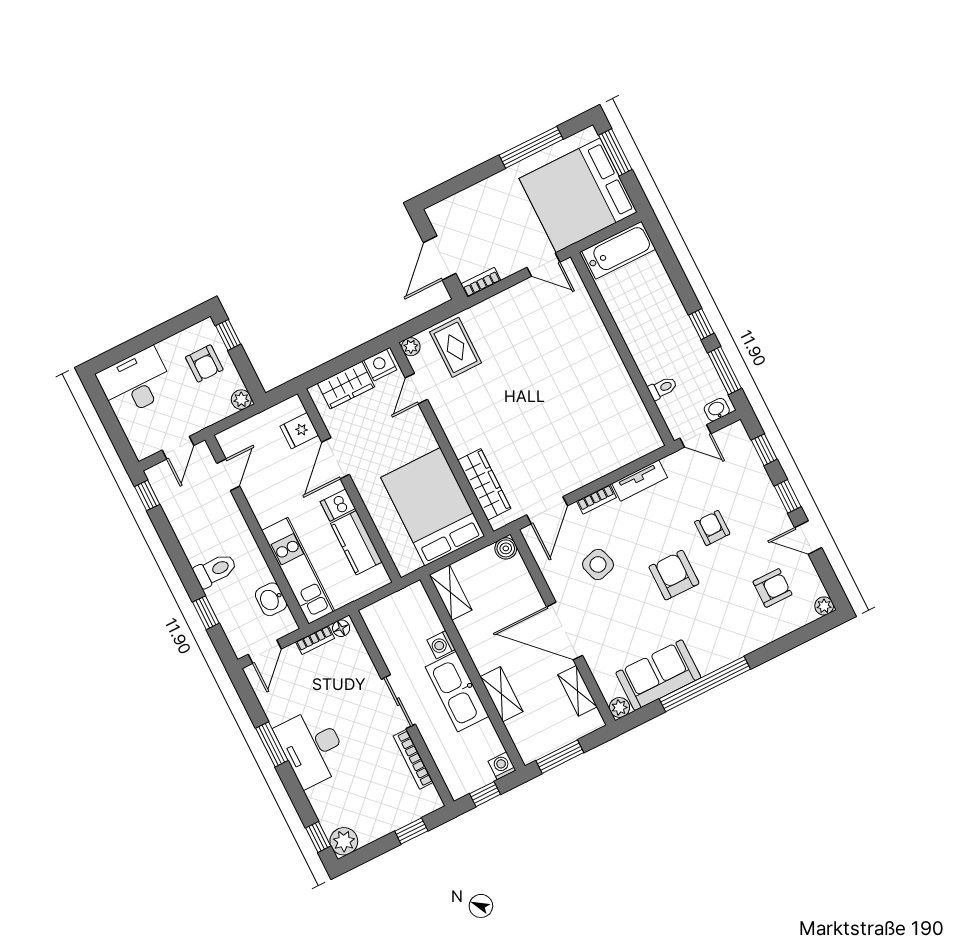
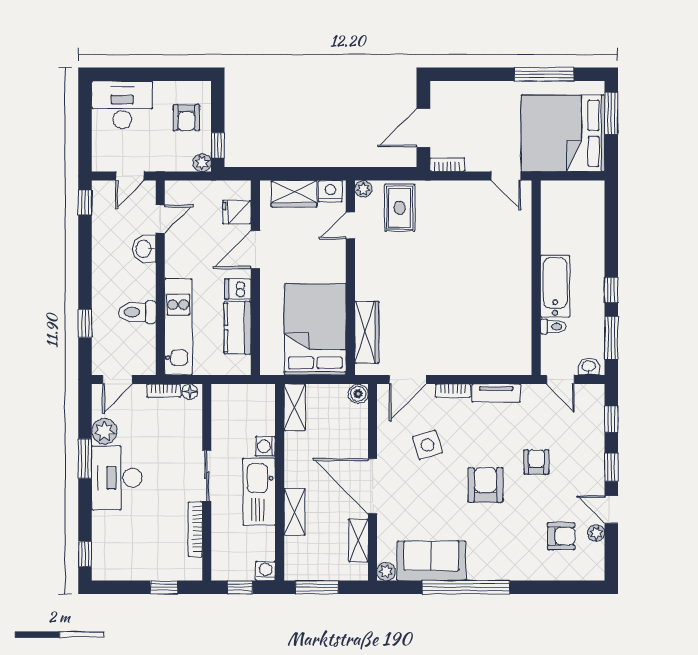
bathtub: (619, 250) -> (555, 286), moved, turned -90
window: (228, 335) -> (218, 145), moved
toilet: (215, 570) -> (137, 312), moved, turned 180
washbasin: (271, 599) -> (144, 249), moved
plant: (824, 606) -> (596, 533), moved
plant: (344, 841) -> (104, 431), moved

